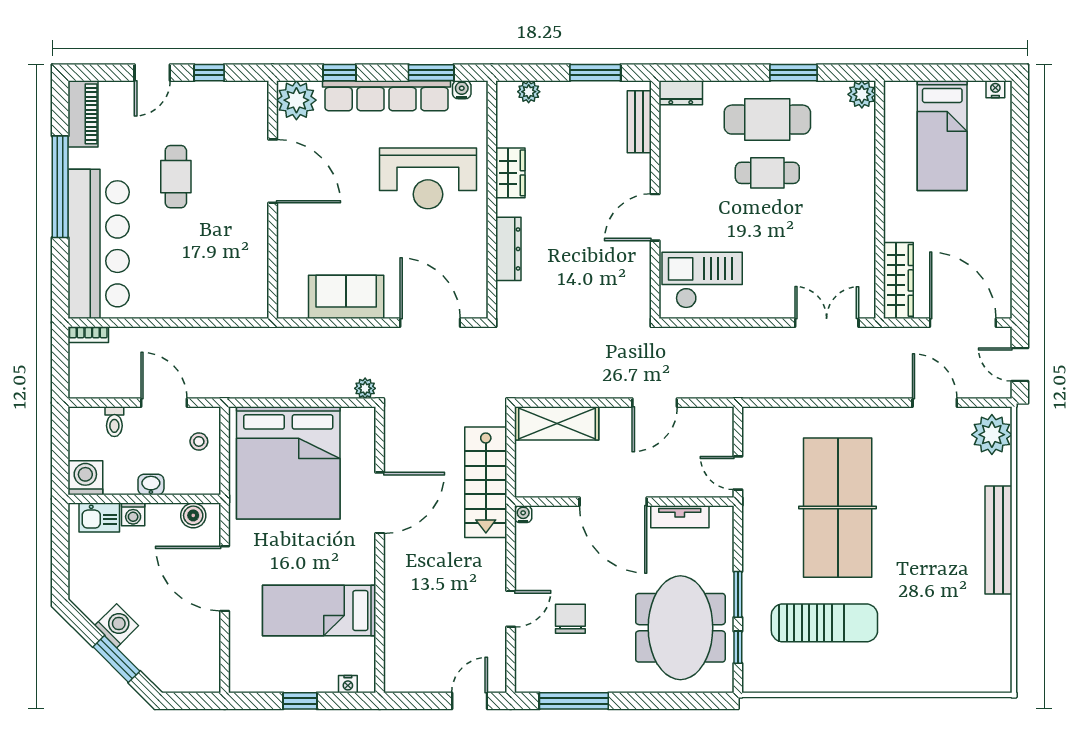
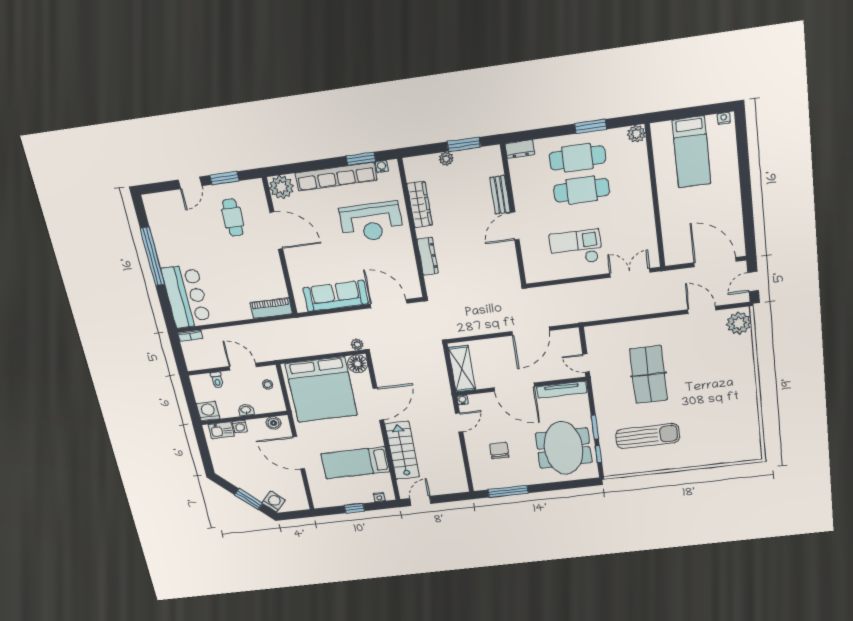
window: (209, 73) -> (224, 178), width x1.50
window: (339, 73) -> (304, 167), removed
plant: (529, 92) -> (446, 159), moved
piano: (83, 114) -> (271, 308), moved, turned -90
bench: (639, 122) -> (500, 195), moved
wardrobe: (510, 173) -> (420, 205), width x1.50
cafe table: (767, 173) -> (582, 190), width x1.37, depth x1.35
cafe table: (176, 177) -> (233, 218), moved
bar counter: (99, 244) -> (186, 296), width x0.73
checkout: (702, 280) -> (576, 248), moved
wardrobe: (898, 280) -> (672, 243), removed
sofa: (346, 297) -> (336, 296), width x1.36
door: (1020, 365) -> (753, 282), hinge flipped
door: (655, 403) -> (531, 331), width x1.36
shelving: (557, 423) -> (462, 369), moved, turned 90
floor lamp: (359, 424) -> (358, 364), added
stairs: (486, 482) -> (402, 450), moved, turned 180
table tennis table: (838, 508) -> (648, 375), width x0.73, depth x0.76
tv unit: (680, 517) -> (562, 390), width x1.41
bench: (998, 540) -> (748, 380), removed
door: (511, 609) -> (459, 423), moved
washing machine: (117, 626) -> (274, 501), moved
door: (470, 701) -> (420, 501), moved

